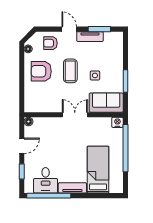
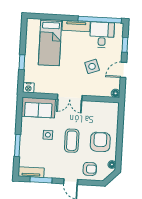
tv unit: (90, 37) -> (31, 172), moved
armchair: (41, 71) -> (100, 142), turned -90
window: (125, 81) -> (17, 145), moved
side table: (54, 148) -> (92, 66), added
window: (125, 148) -> (22, 62), width x0.32

